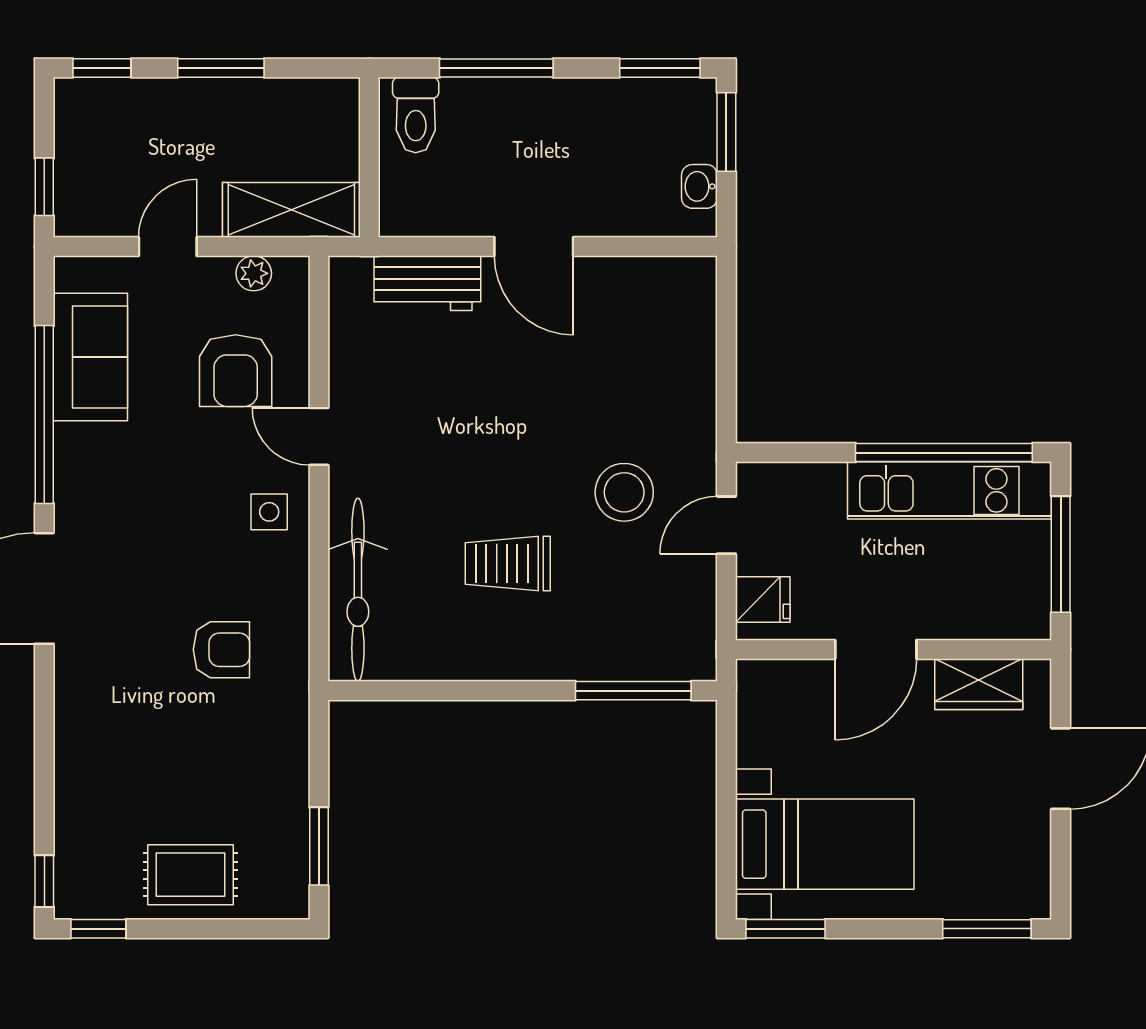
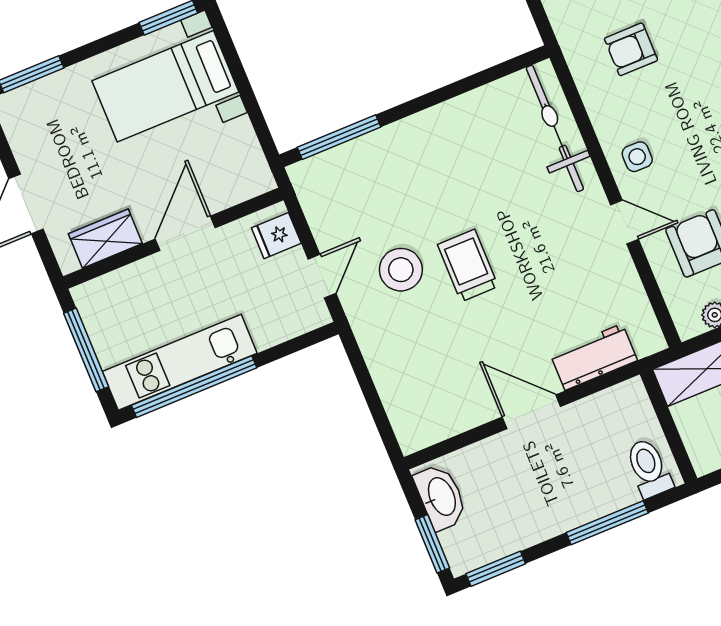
washbasin: (699, 186) -> (441, 497), width x1.91, depth x1.45
trolley: (508, 563) -> (468, 266), moved, turned -90

